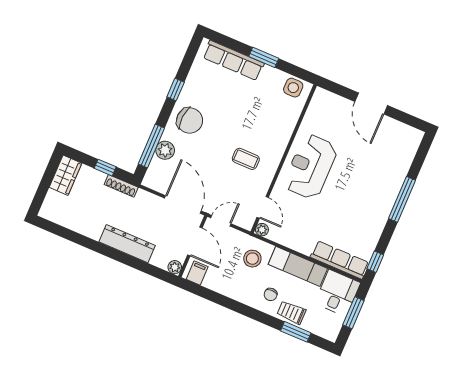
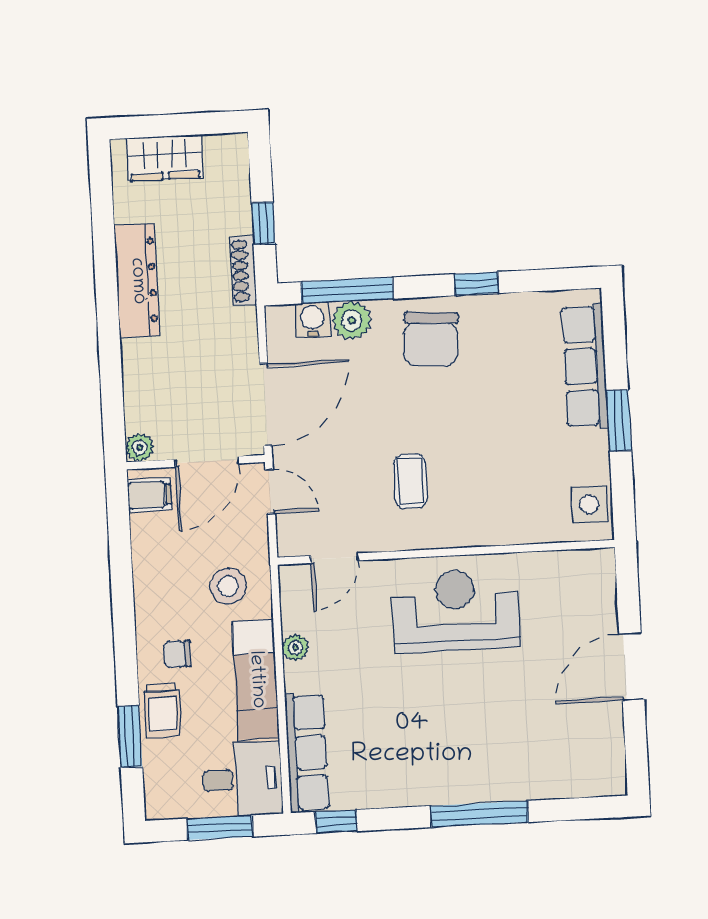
water cooler: (157, 167) -> (312, 320), added
wardrobe: (66, 175) -> (165, 158), moved
plant: (262, 230) -> (295, 647), moved
dresser: (127, 244) -> (137, 281), moved
trolley: (291, 312) -> (163, 710), turned 180

